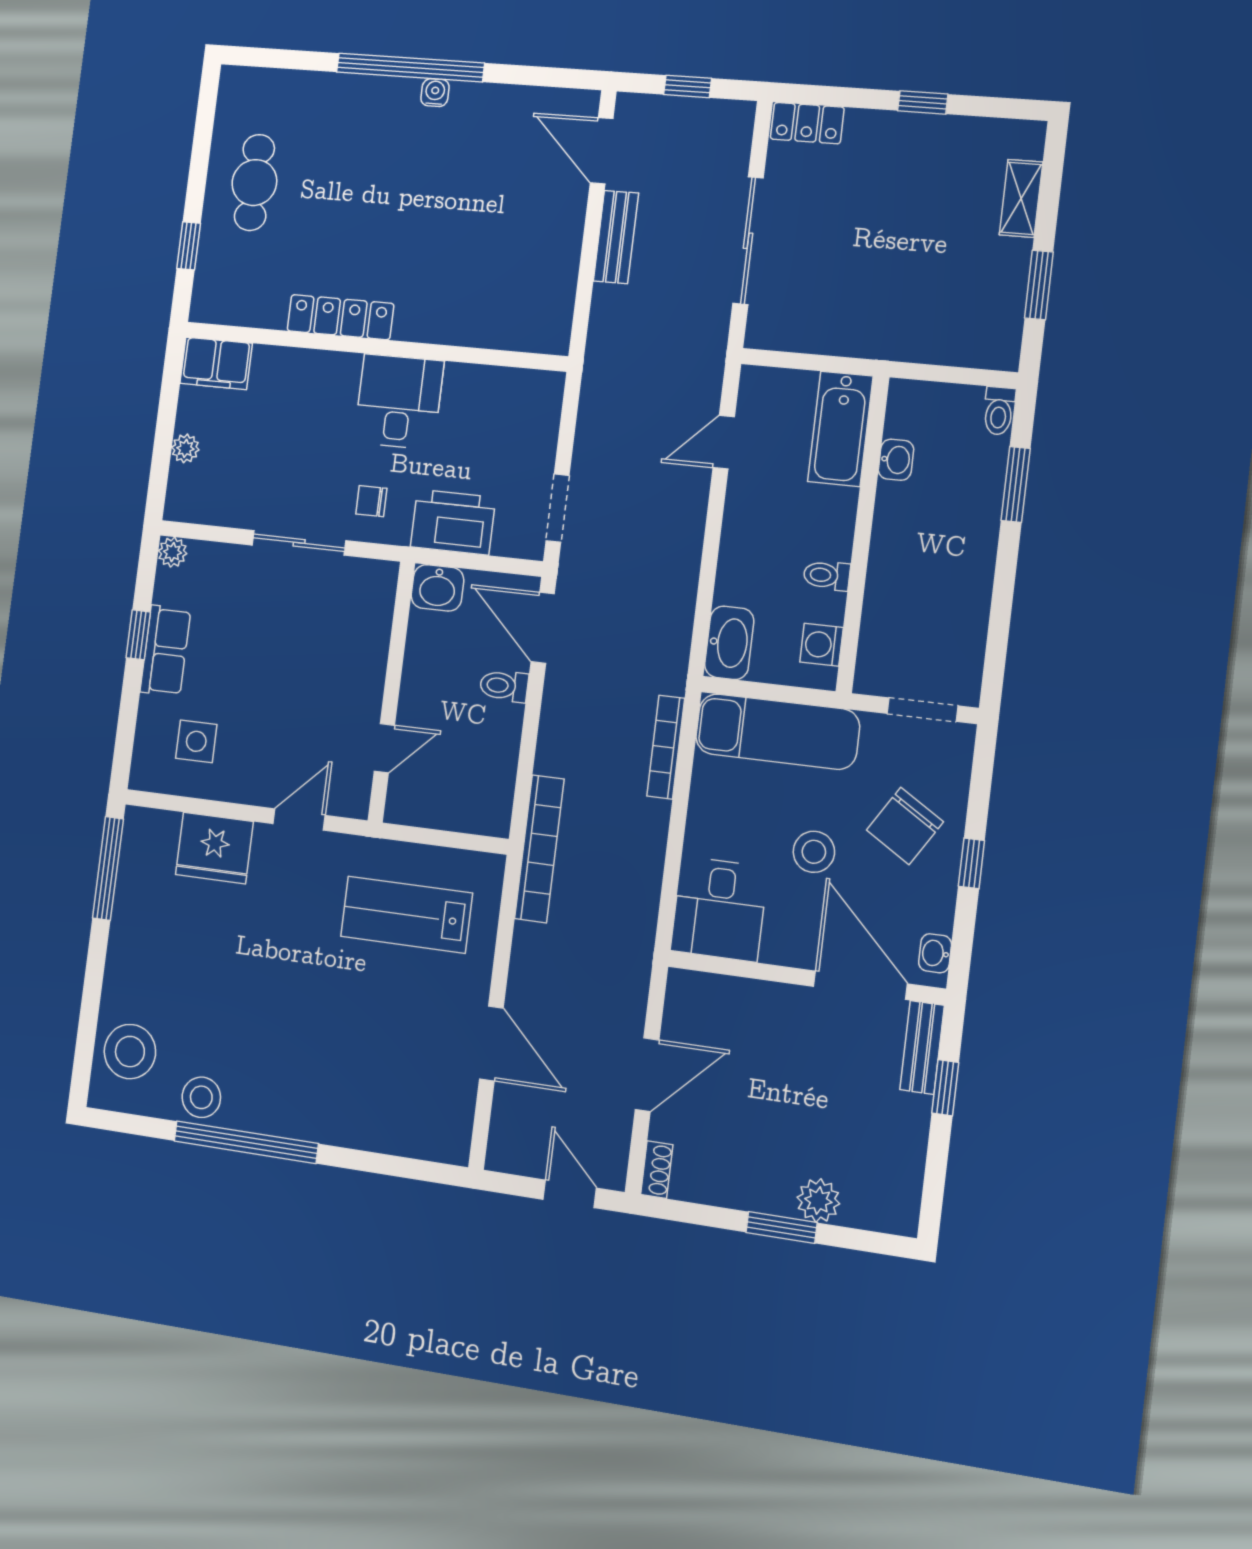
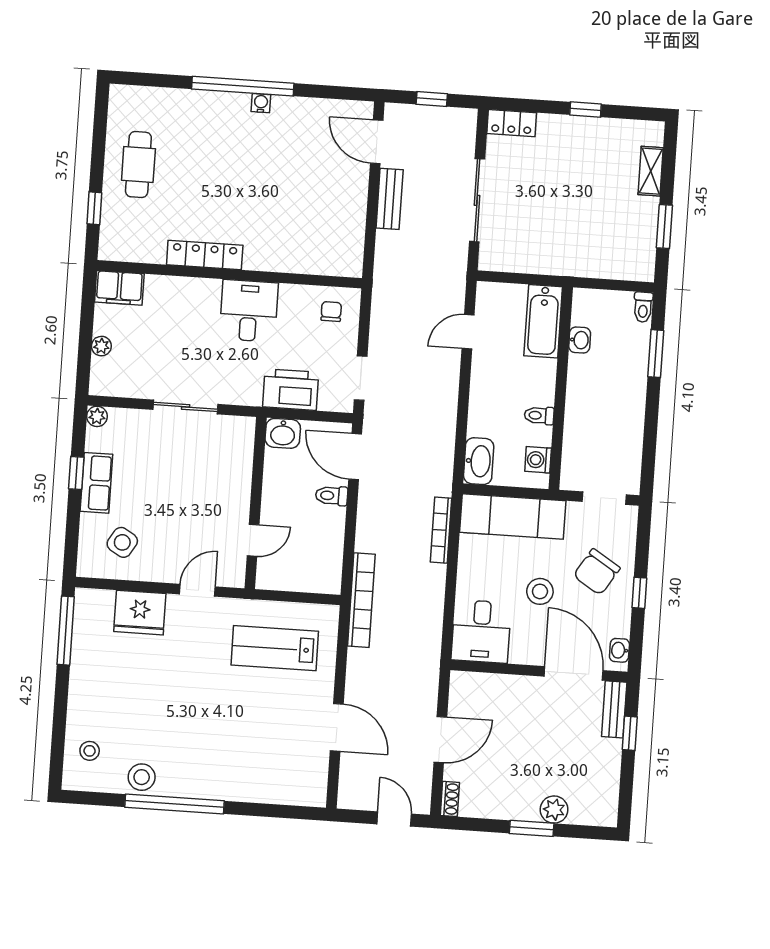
chair: (371, 501) -> (331, 311), moved, turned 90
side table: (196, 741) -> (122, 542), turned 31
stool: (130, 1052) -> (90, 751), width x0.53, depth x0.53

